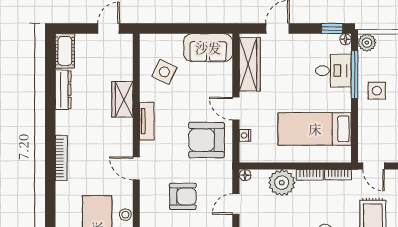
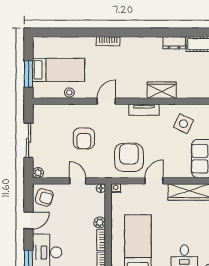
dresser: (63, 90) -> (174, 43), width x0.70
nightstand: (245, 135) -> (116, 188), moved
bookcase: (61, 158) -> (108, 41), width x0.64
plant: (282, 183) -> (100, 222), width x0.53, depth x0.53

